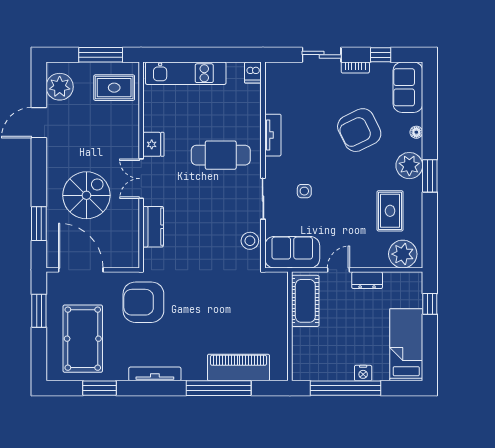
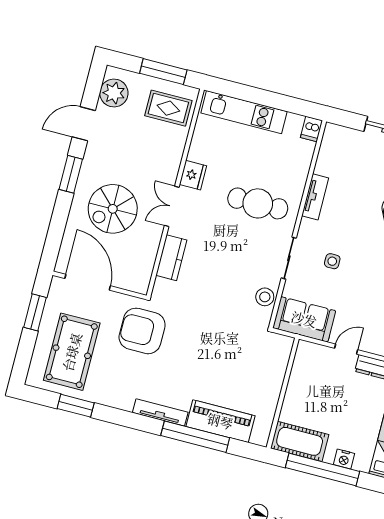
spiral stairs: (86, 195) -> (113, 209), turned 180
window: (39, 224) -> (71, 174), moved
cot: (305, 301) -> (300, 441), moved, turned 90
tv unit: (155, 374) -> (160, 412), moved

